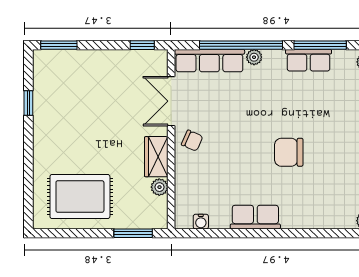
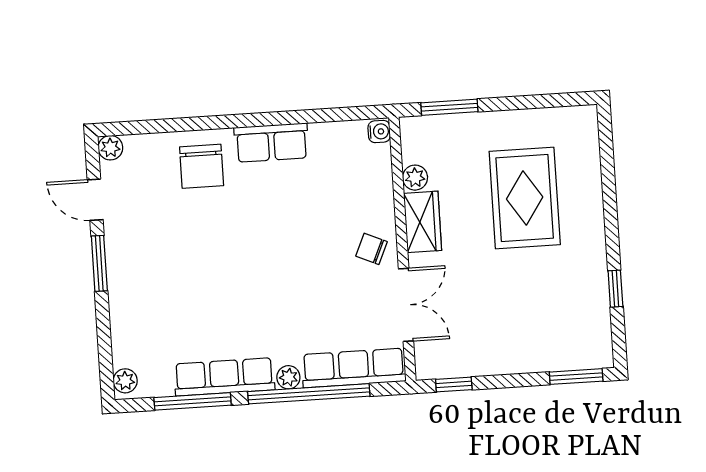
row of seats: (309, 60) -> (224, 377), width x1.48
chair: (289, 152) -> (202, 166), moved, turned 90
rug: (80, 196) -> (525, 198), moved, turned 90
water cooler: (201, 222) -> (379, 131), moved, turned 90

